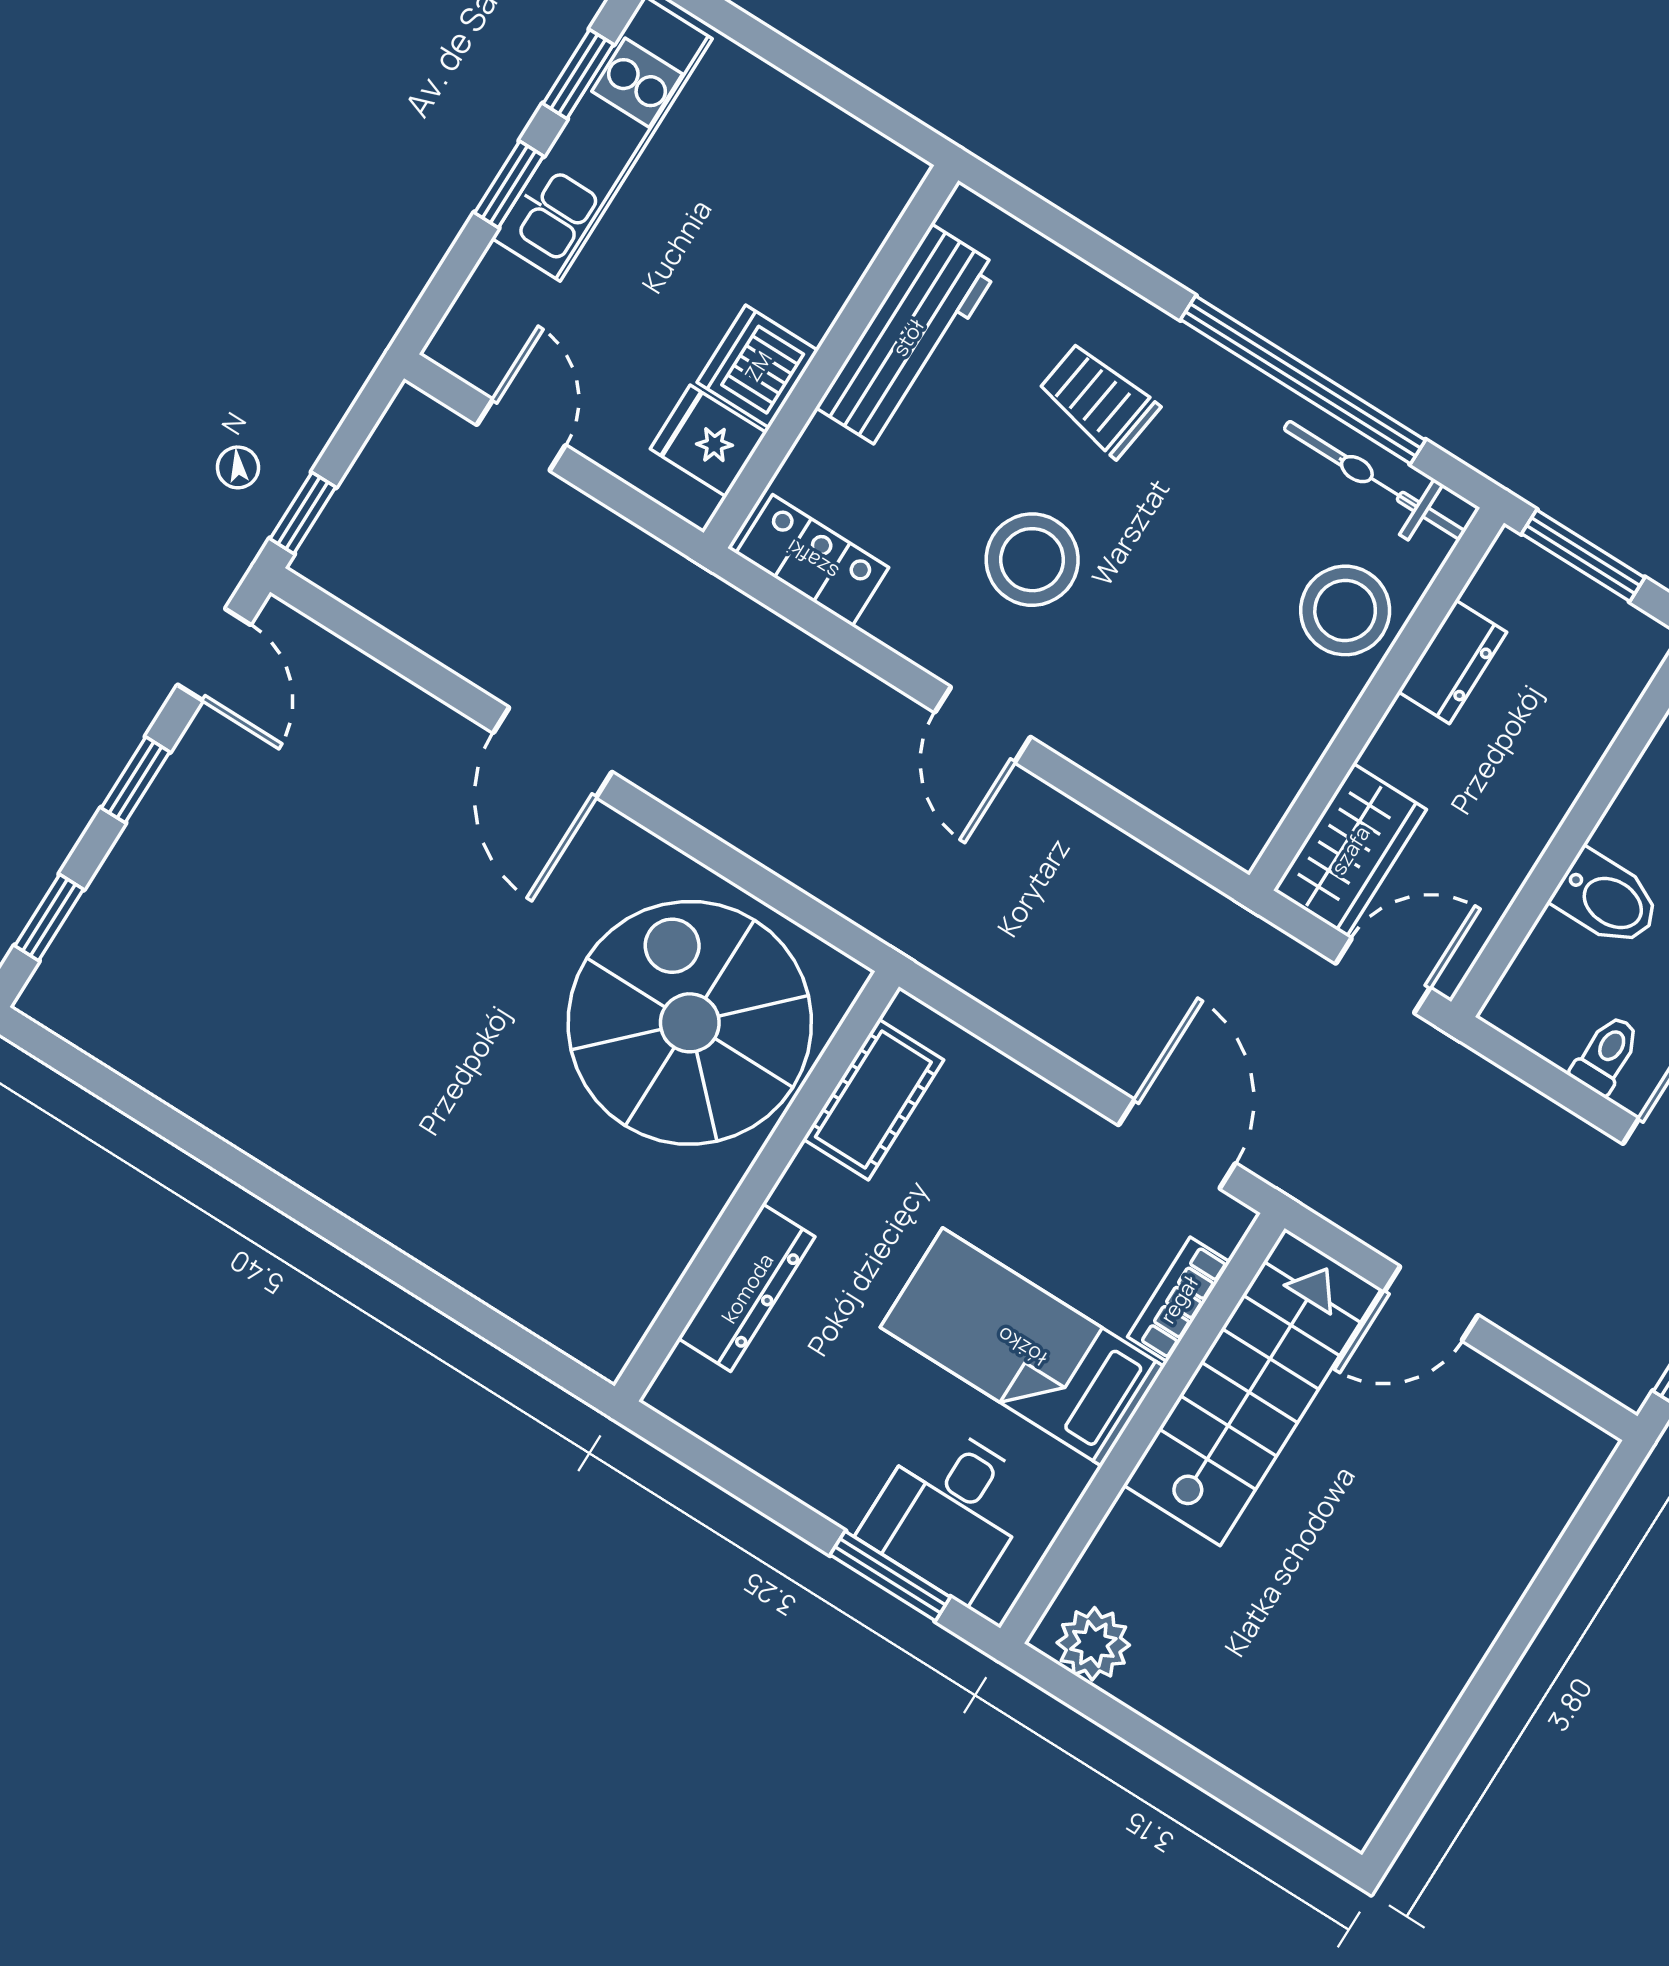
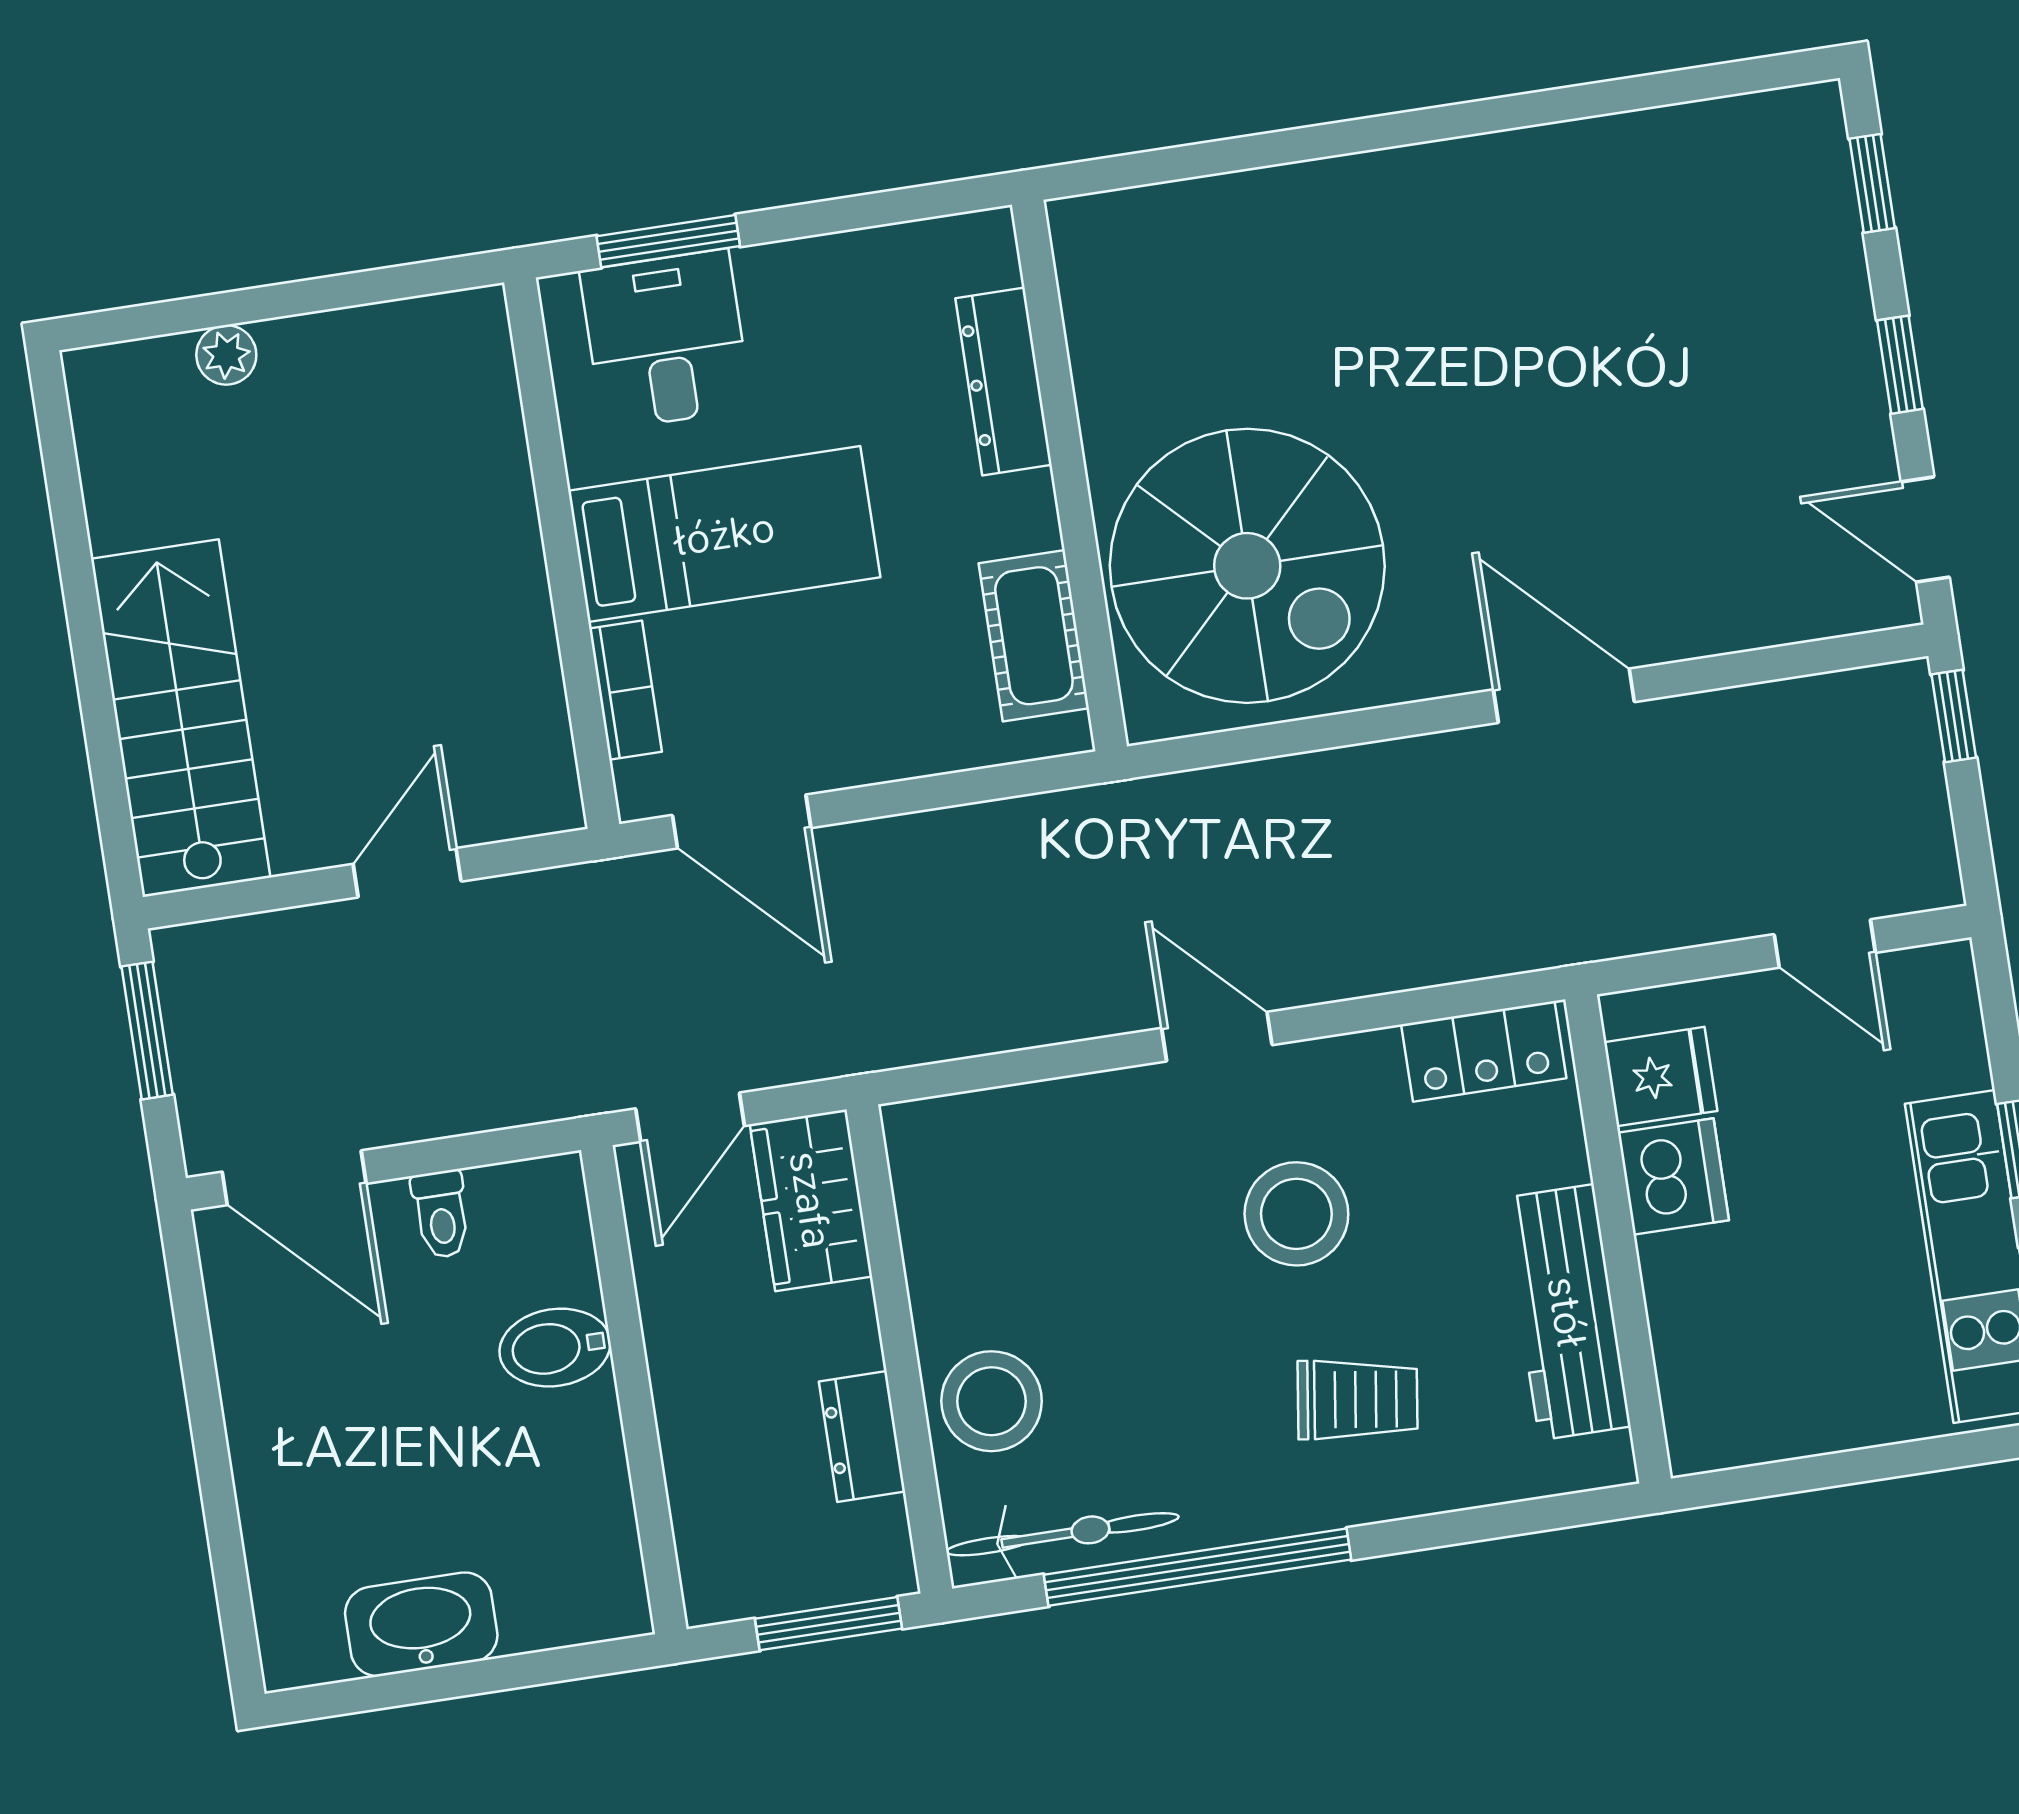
stairs: (1252, 1387) -> (181, 718), moved, turned 180
plant: (1093, 1644) -> (226, 355), moved, width x0.73, depth x0.73

